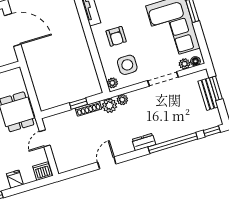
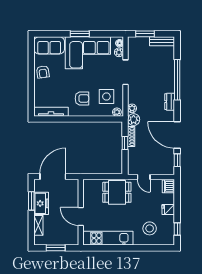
bench: (208, 94) -> (162, 41), moved
window: (212, 131) -> (177, 160), moved
door: (107, 163) -> (177, 135), width x1.87

